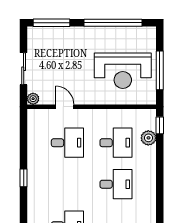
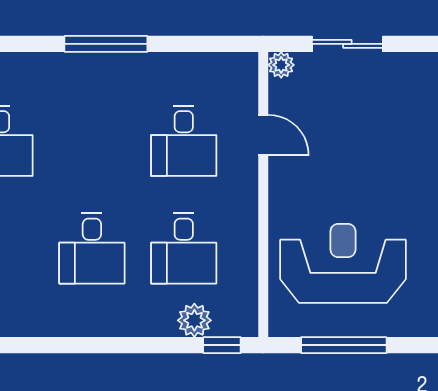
reception desk: (123, 71) -> (343, 263), turned 90
door: (65, 107) -> (263, 135), hinge flipped
window: (24, 178) -> (106, 44), width x2.17

